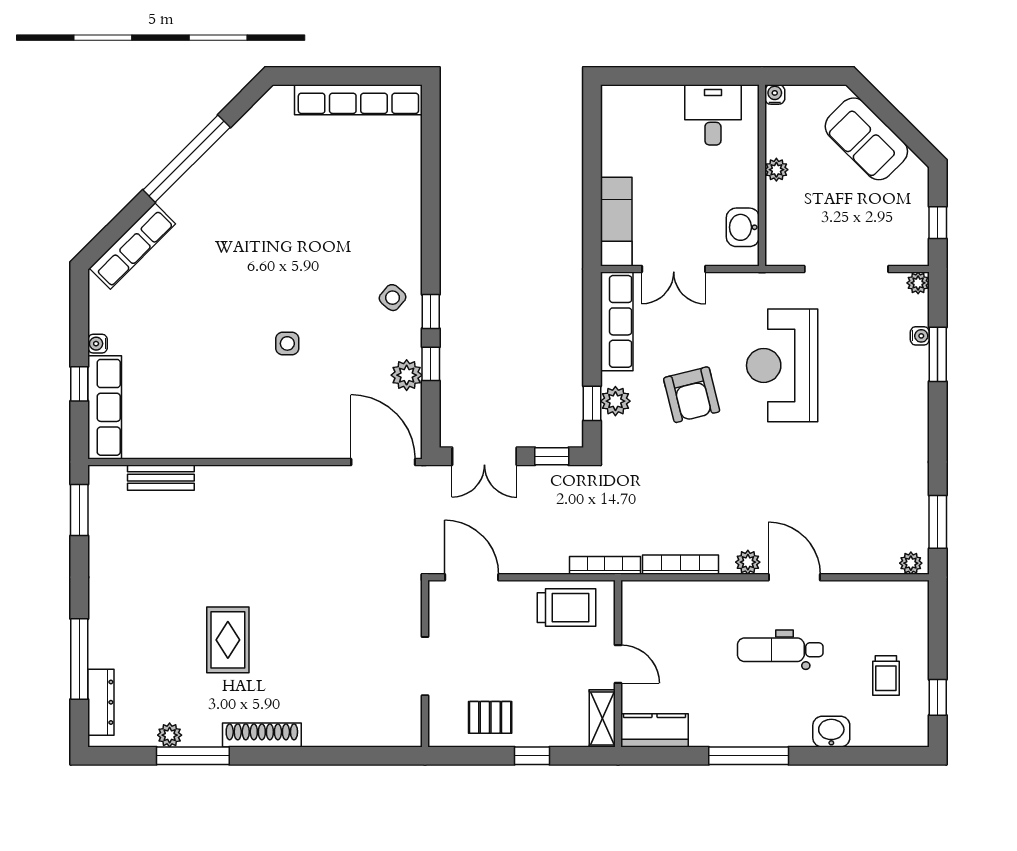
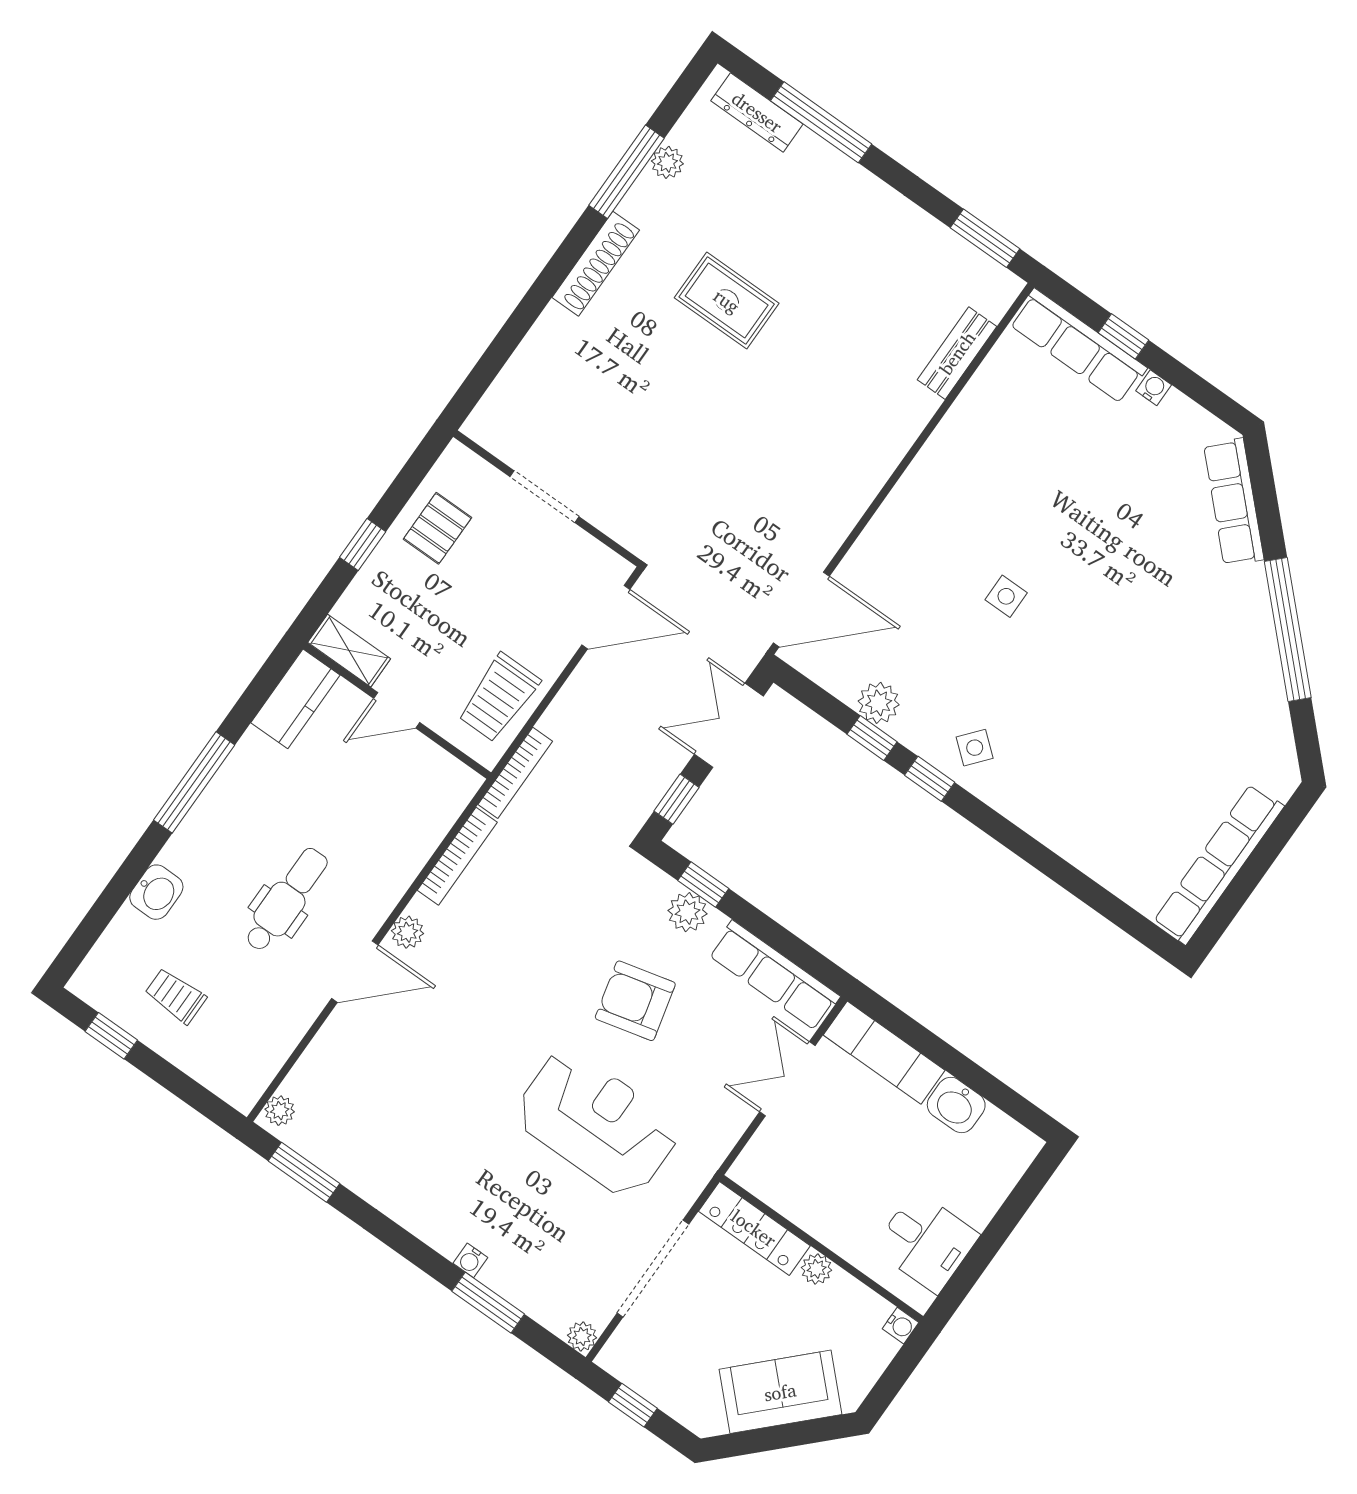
locker: (779, 225) -> (754, 1228), added
washbasin: (743, 227) -> (956, 1105), moved, turned 180
water cooler: (920, 336) -> (470, 1260), moved

